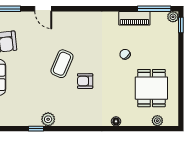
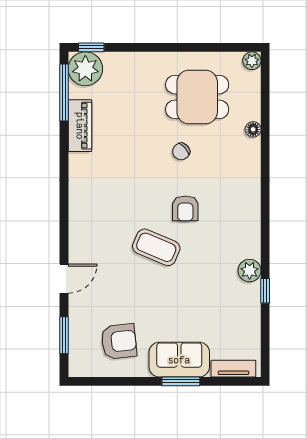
plant: (173, 17) -> (85, 69), width x1.87, depth x1.87
chair: (125, 54) -> (181, 151), moved
floor lamp: (116, 121) -> (253, 129), moved
plant: (157, 121) -> (252, 61), moved

